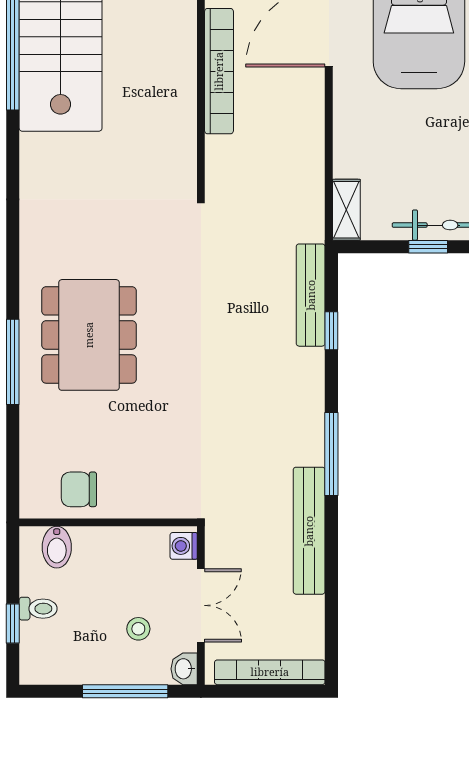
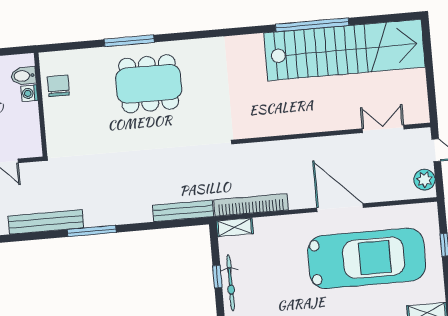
bookcase: (219, 71) -> (251, 205), moved, turned 180
window: (331, 331) -> (163, 225), removed
washing machine: (184, 546) -> (29, 93), moved, turned -90

